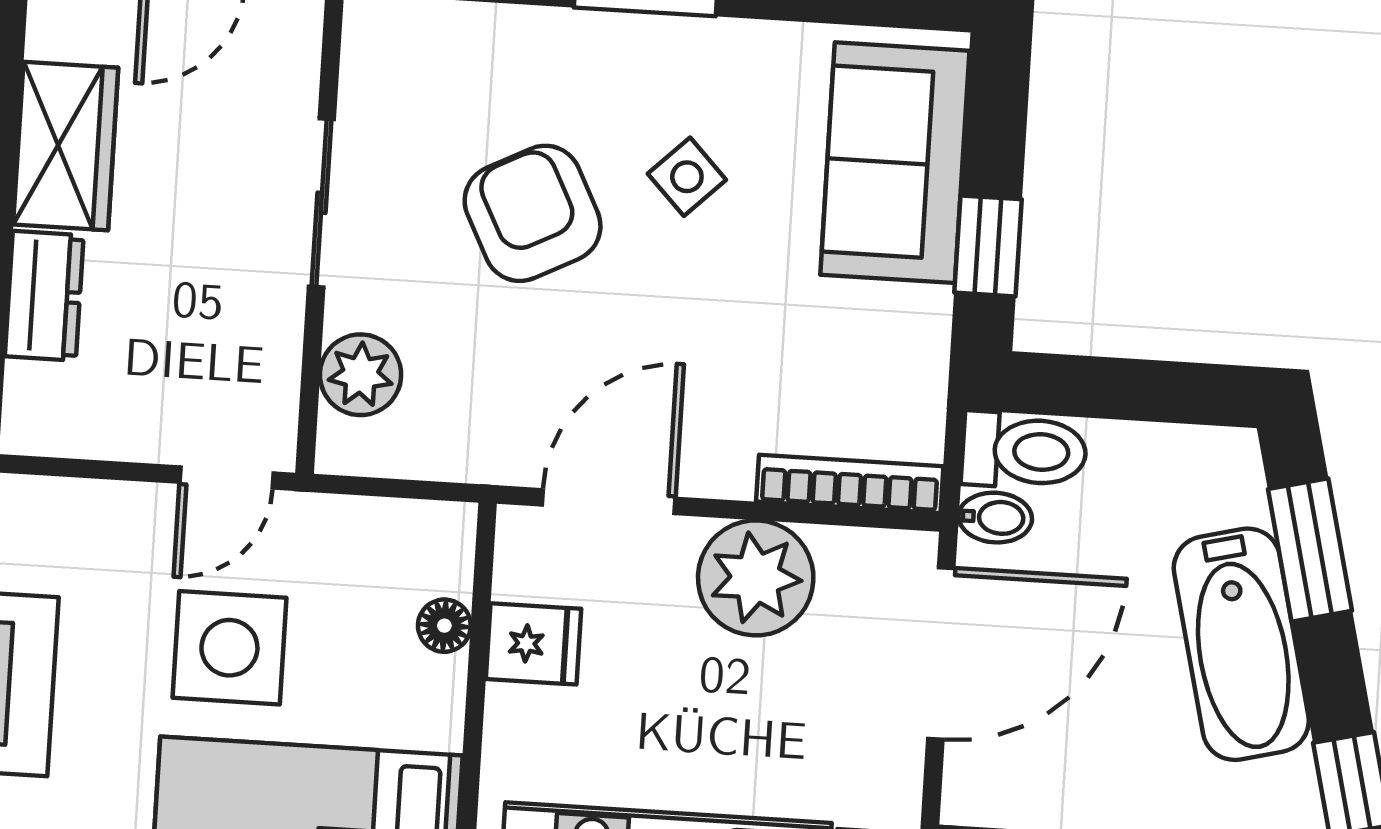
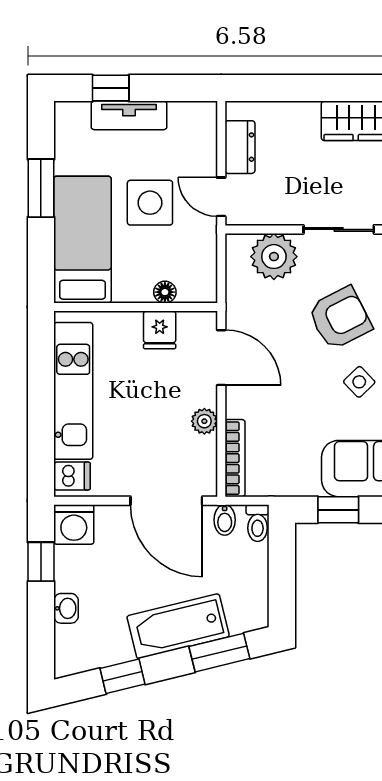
dresser: (44, 296) -> (240, 147), moved, turned -90
plant: (361, 375) -> (274, 257), width x1.36, depth x1.36
toilet: (1024, 451) -> (258, 523), width x0.73, depth x0.72
plant: (756, 578) -> (204, 421), width x0.53, depth x0.53

